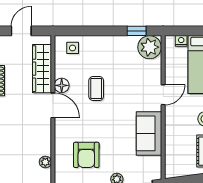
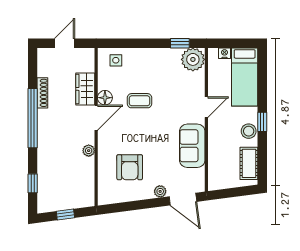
wardrobe: (42, 69) -> (85, 89), width x0.67
coffee table: (96, 88) -> (140, 101), turned 90
door: (53, 105) -> (96, 118), hinge flipped
plant: (45, 162) -> (89, 151), moved

